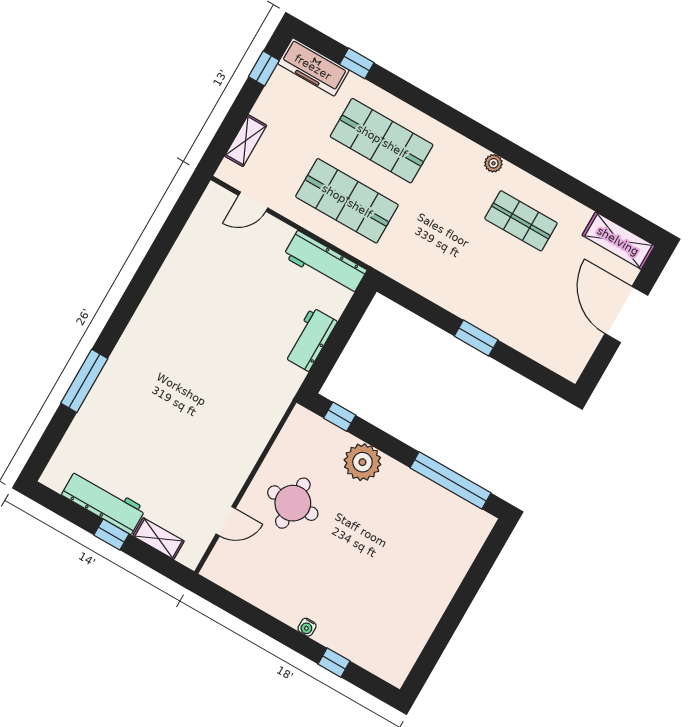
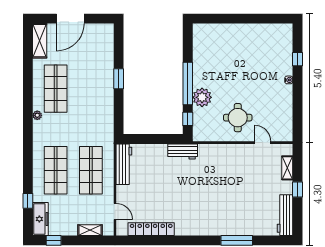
shop shelf: (521, 221) -> (56, 89), width x1.43, depth x1.36
locker: (187, 246) -> (151, 229), added
workbench: (310, 339) -> (183, 151), moved
window: (450, 480) -> (188, 83), moved
workbench: (104, 502) -> (285, 215), moved

